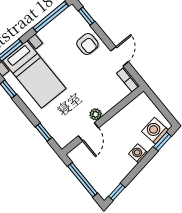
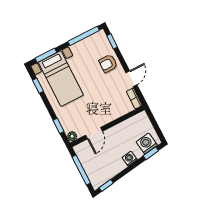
armchair: (87, 44) -> (108, 64), turned 90
plant: (96, 114) -> (72, 136), moved

